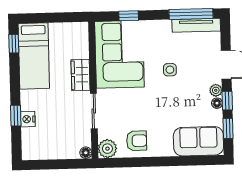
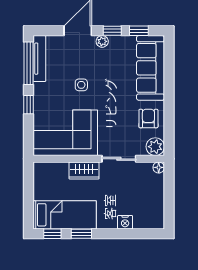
window: (129, 16) -> (28, 105), moved
floor lamp: (217, 103) -> (114, 41), removed
window: (16, 116) -> (81, 234), moved
sofa: (198, 141) -> (150, 68), width x1.36

